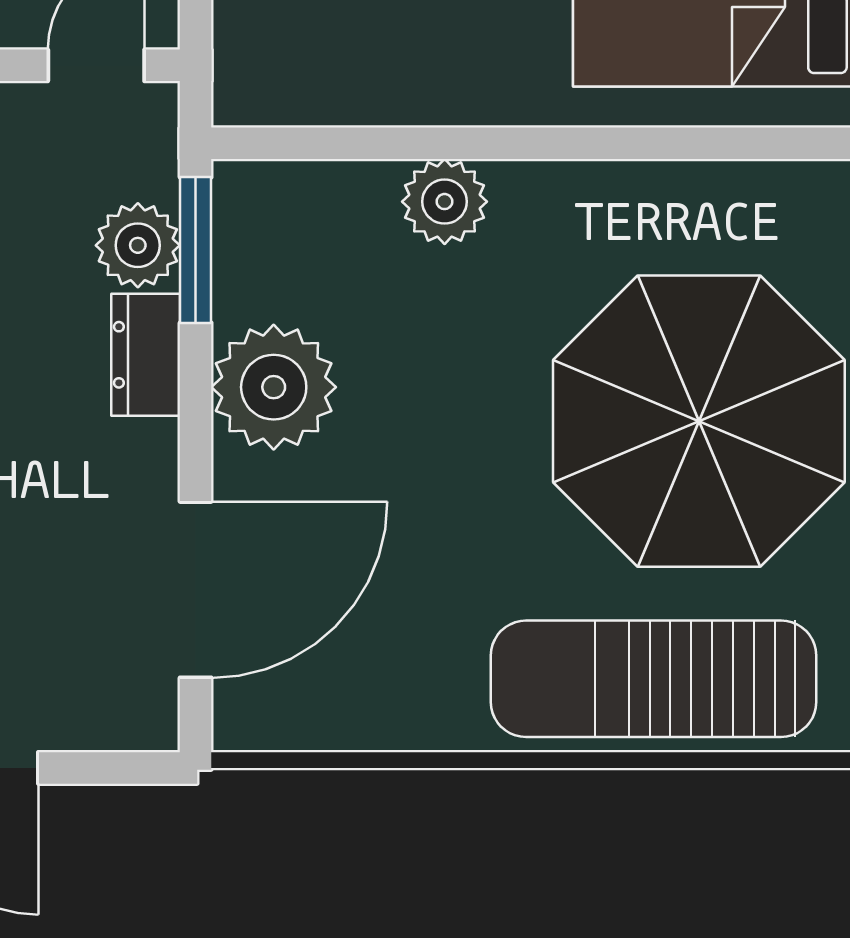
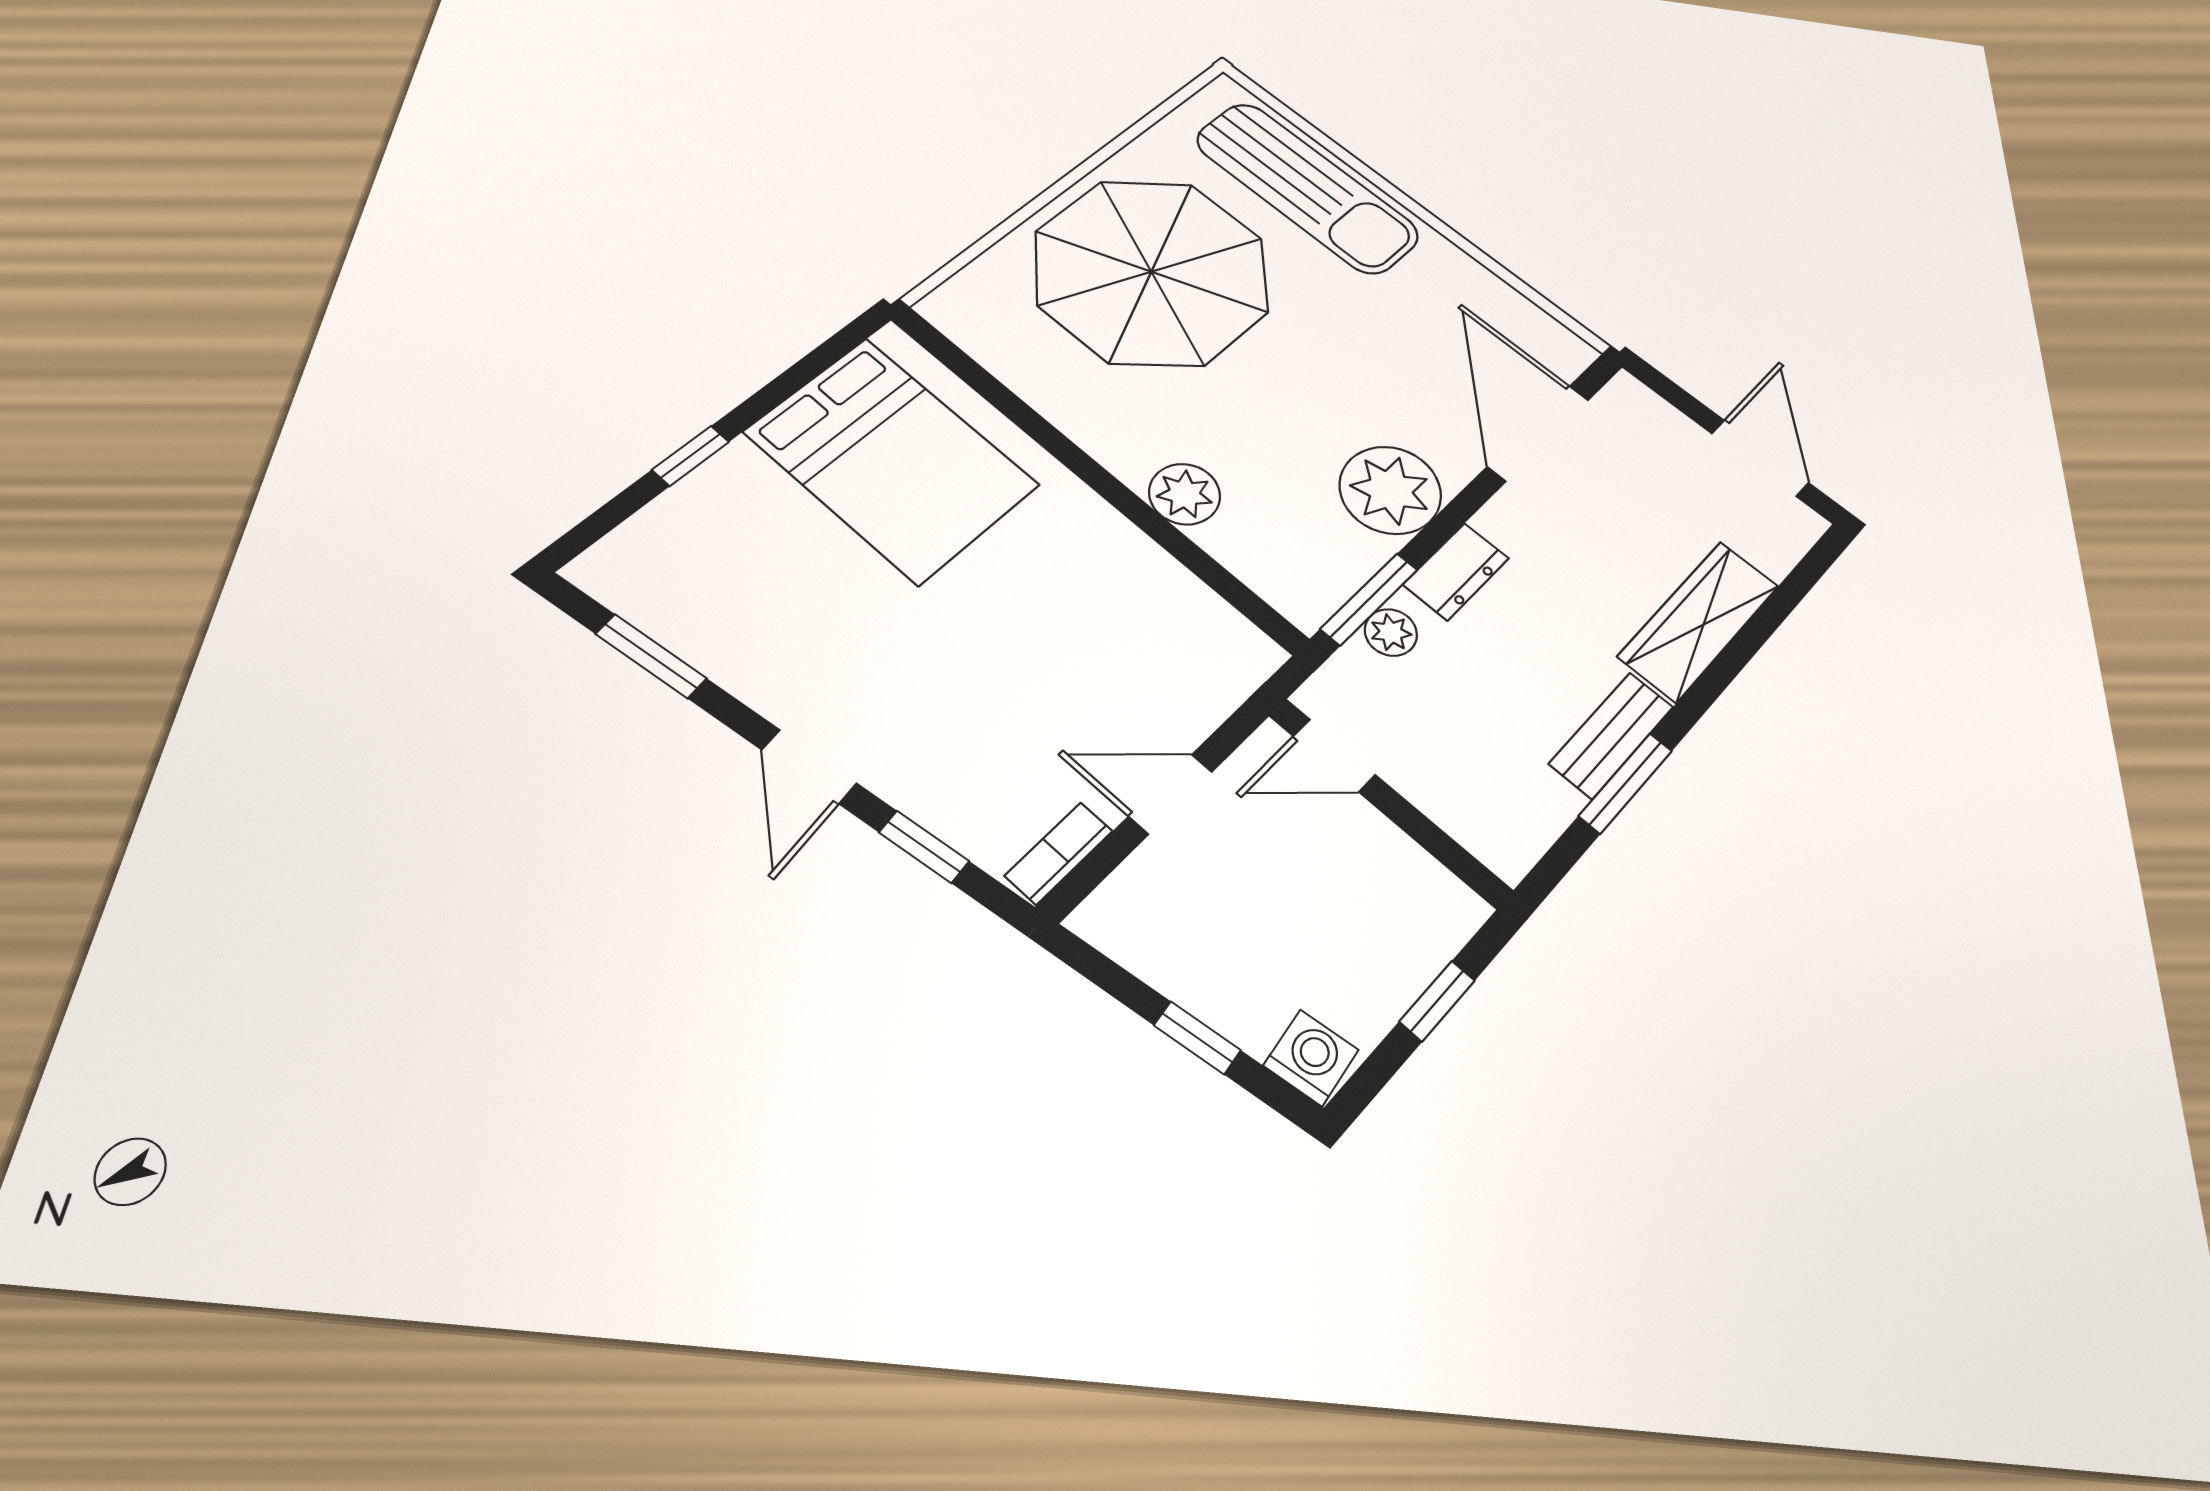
plant: (138, 245) -> (1391, 632), width x0.73, depth x0.73
door: (196, 590) -> (1538, 433), hinge flipped

